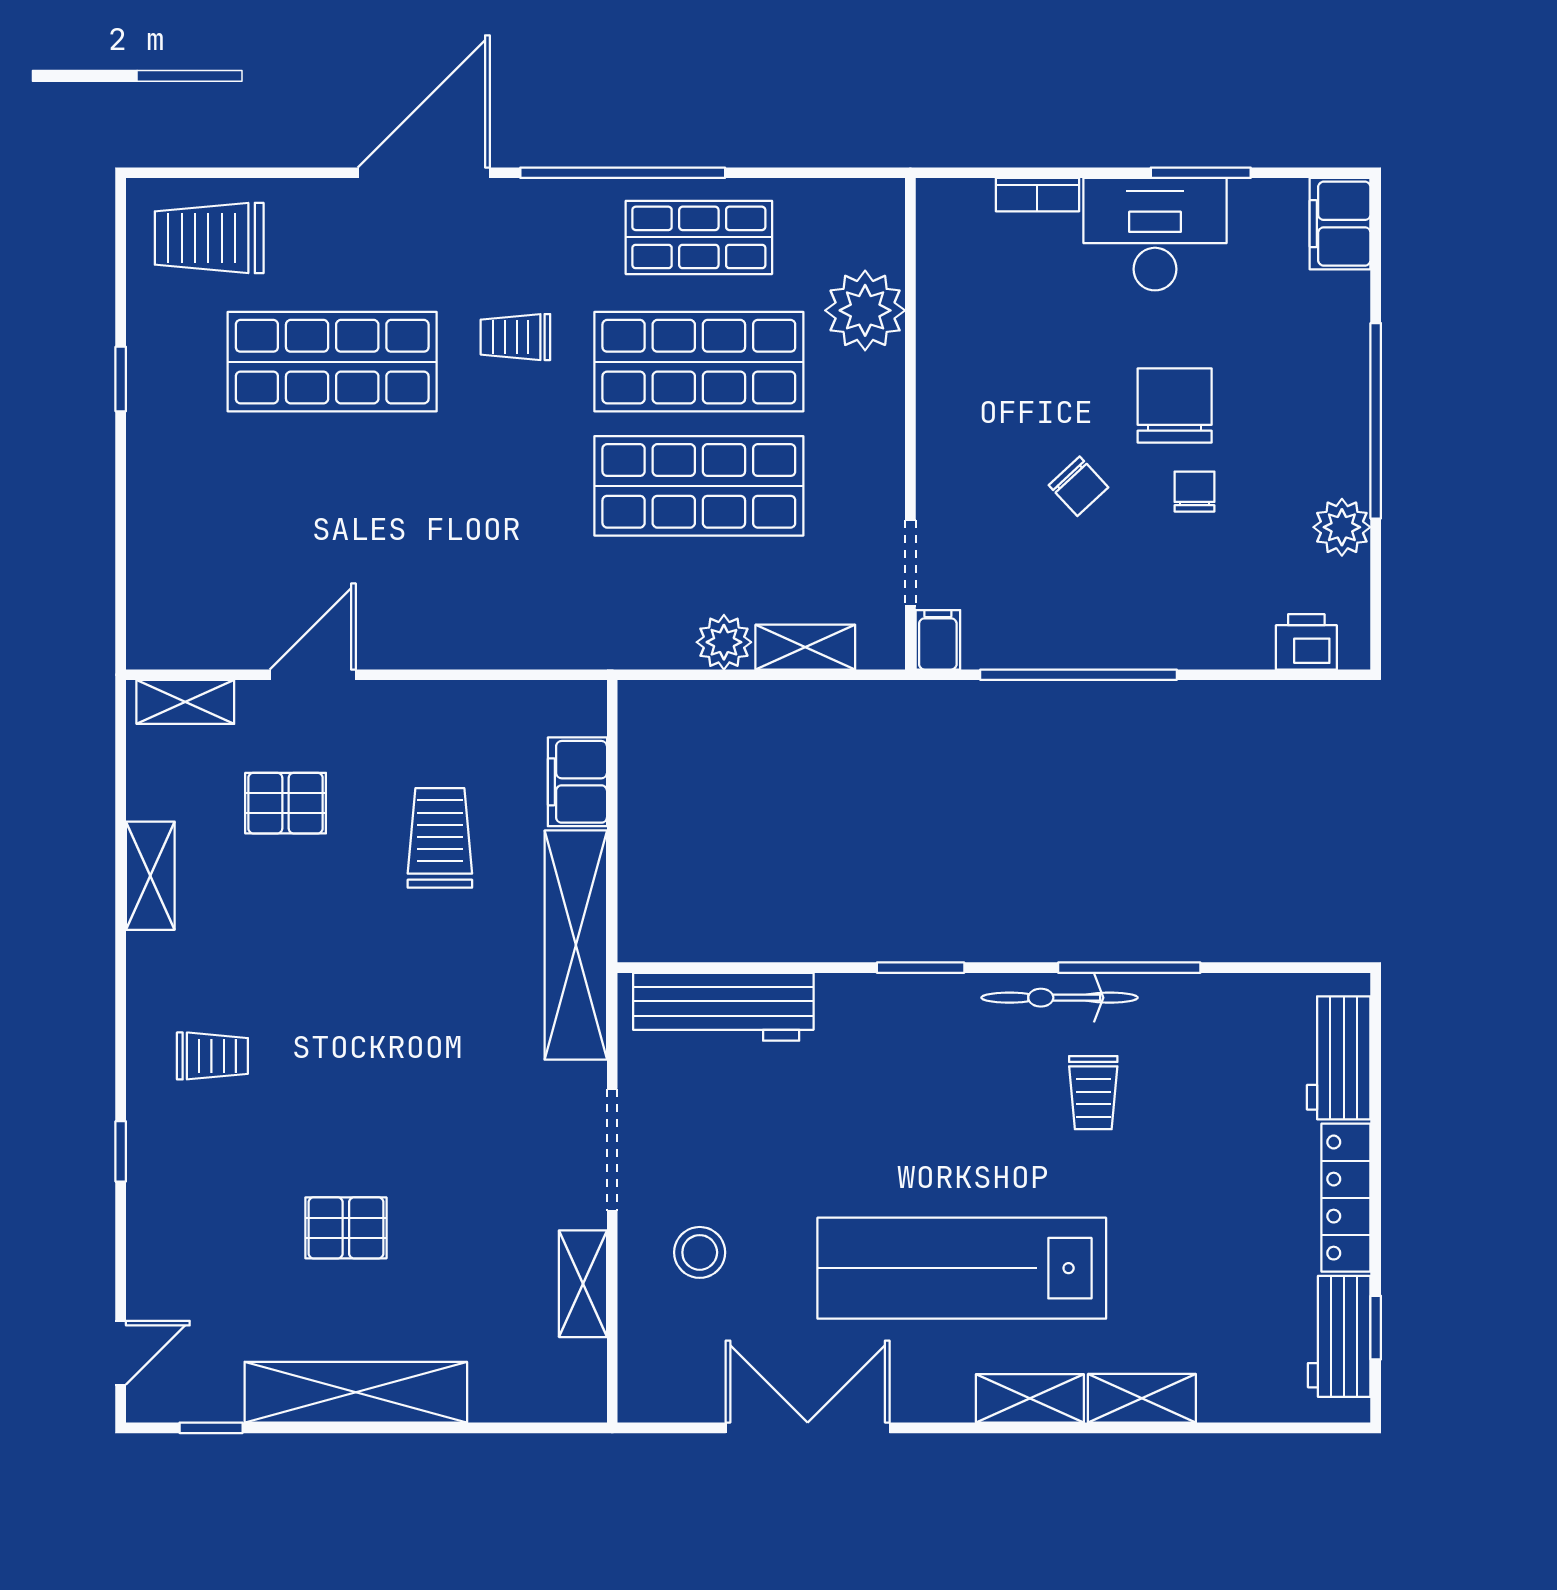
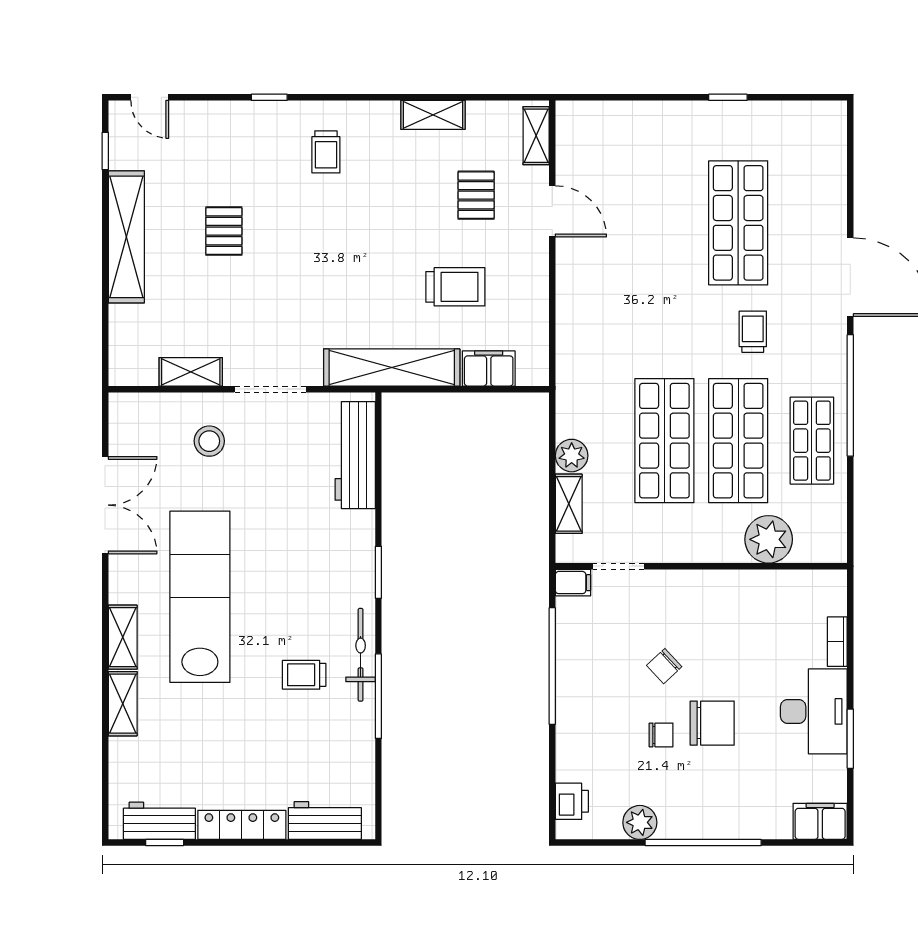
trolley: (209, 238) -> (812, 150), removed

